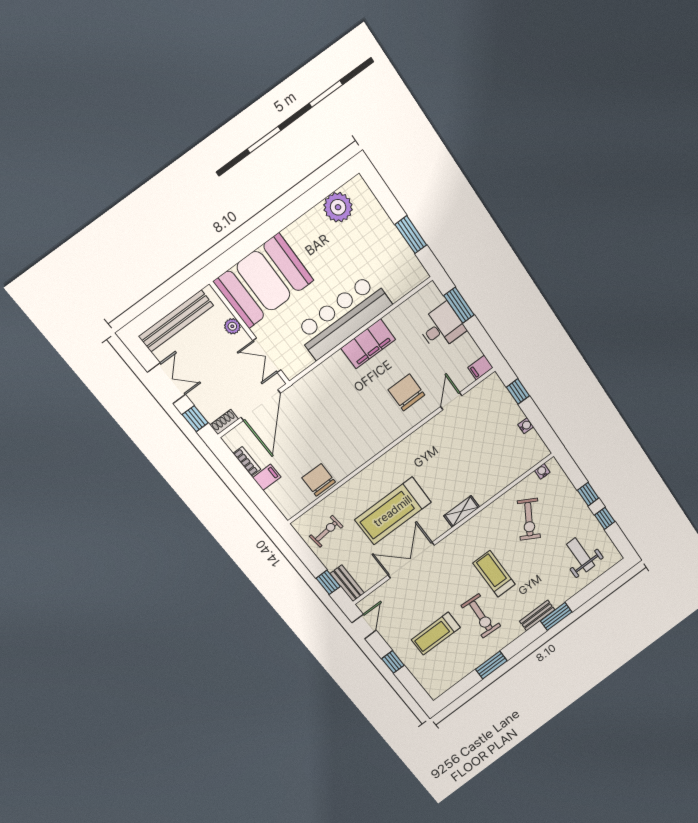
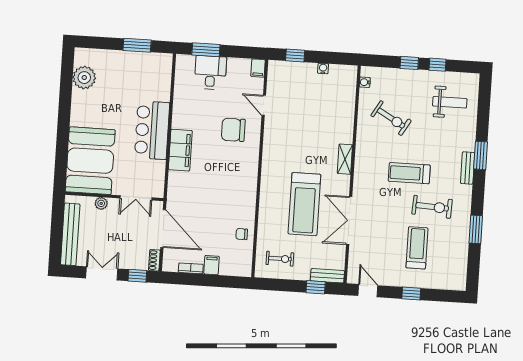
bar counter: (343, 317) -> (152, 130), width x0.73
filing cabinet: (368, 344) -> (180, 150), moved
chair: (319, 480) -> (242, 234), width x0.54, depth x0.54
exercise bike: (326, 531) -> (280, 259), turned 96
weight bench: (581, 555) -> (450, 102), turned 180
treadmill: (436, 634) -> (417, 248), turned 180

